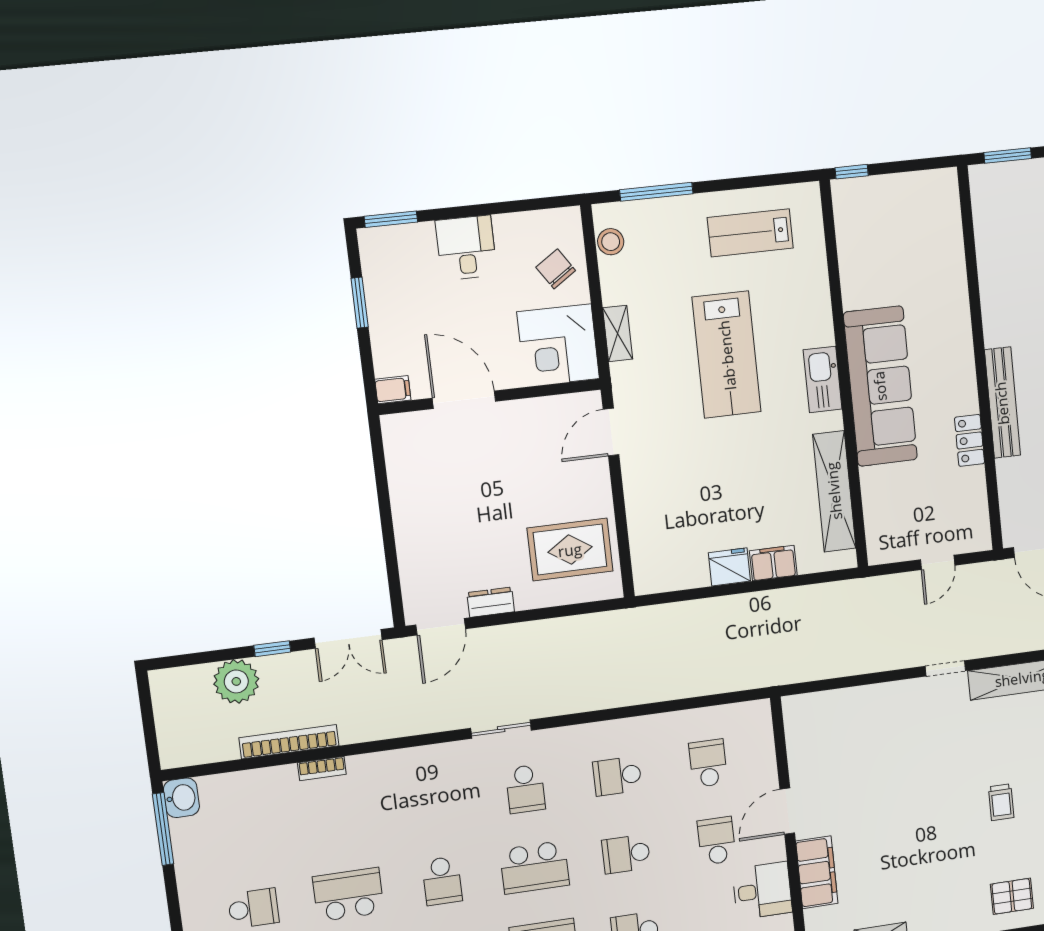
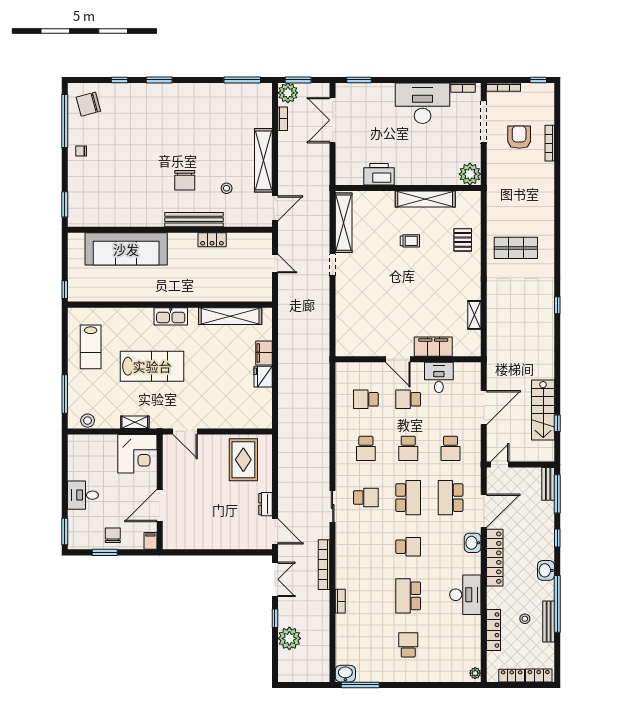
chair: (556, 269) -> (113, 535), moved, turned 124
sofa: (880, 386) -> (126, 249), moved, turned 180
bookcase: (289, 742) -> (324, 565), moved

